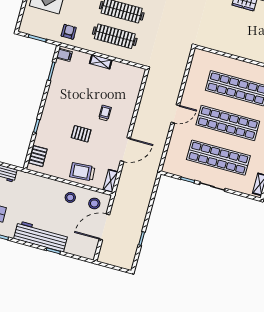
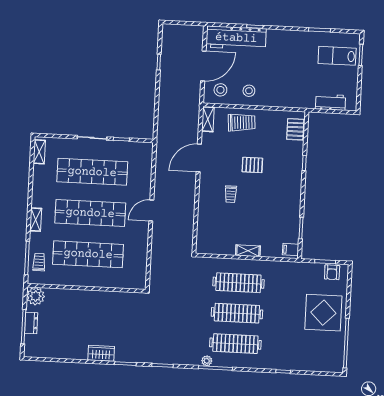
armchair: (69, 32) -> (332, 272), moved
workbench: (41, 236) -> (236, 38), moved

